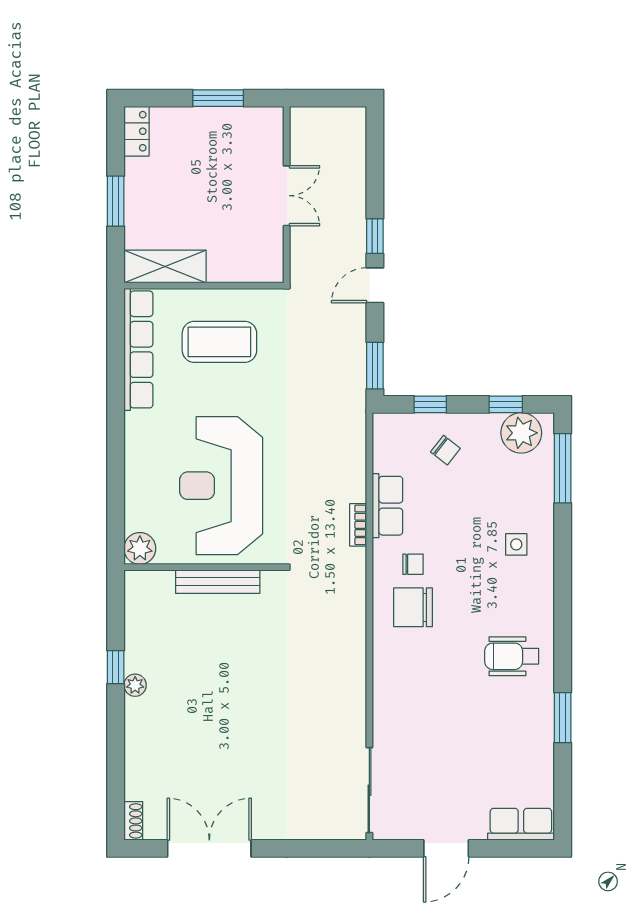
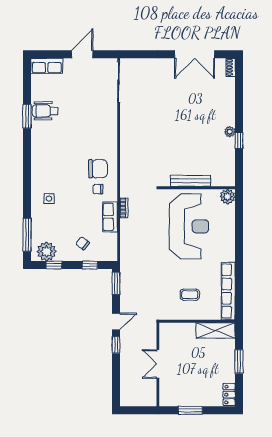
coffee table: (219, 342) -> (190, 295), width x0.54, depth x0.58
wheelchair: (512, 656) -> (45, 111), moved, turned 180

